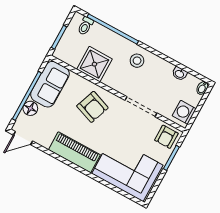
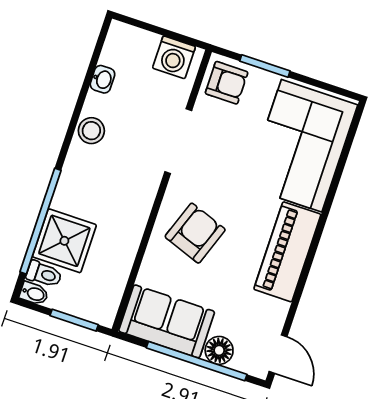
stool: (137, 61) -> (91, 131), moved
shower: (94, 64) -> (64, 241), moved
bidet: (202, 88) -> (34, 294), moved

